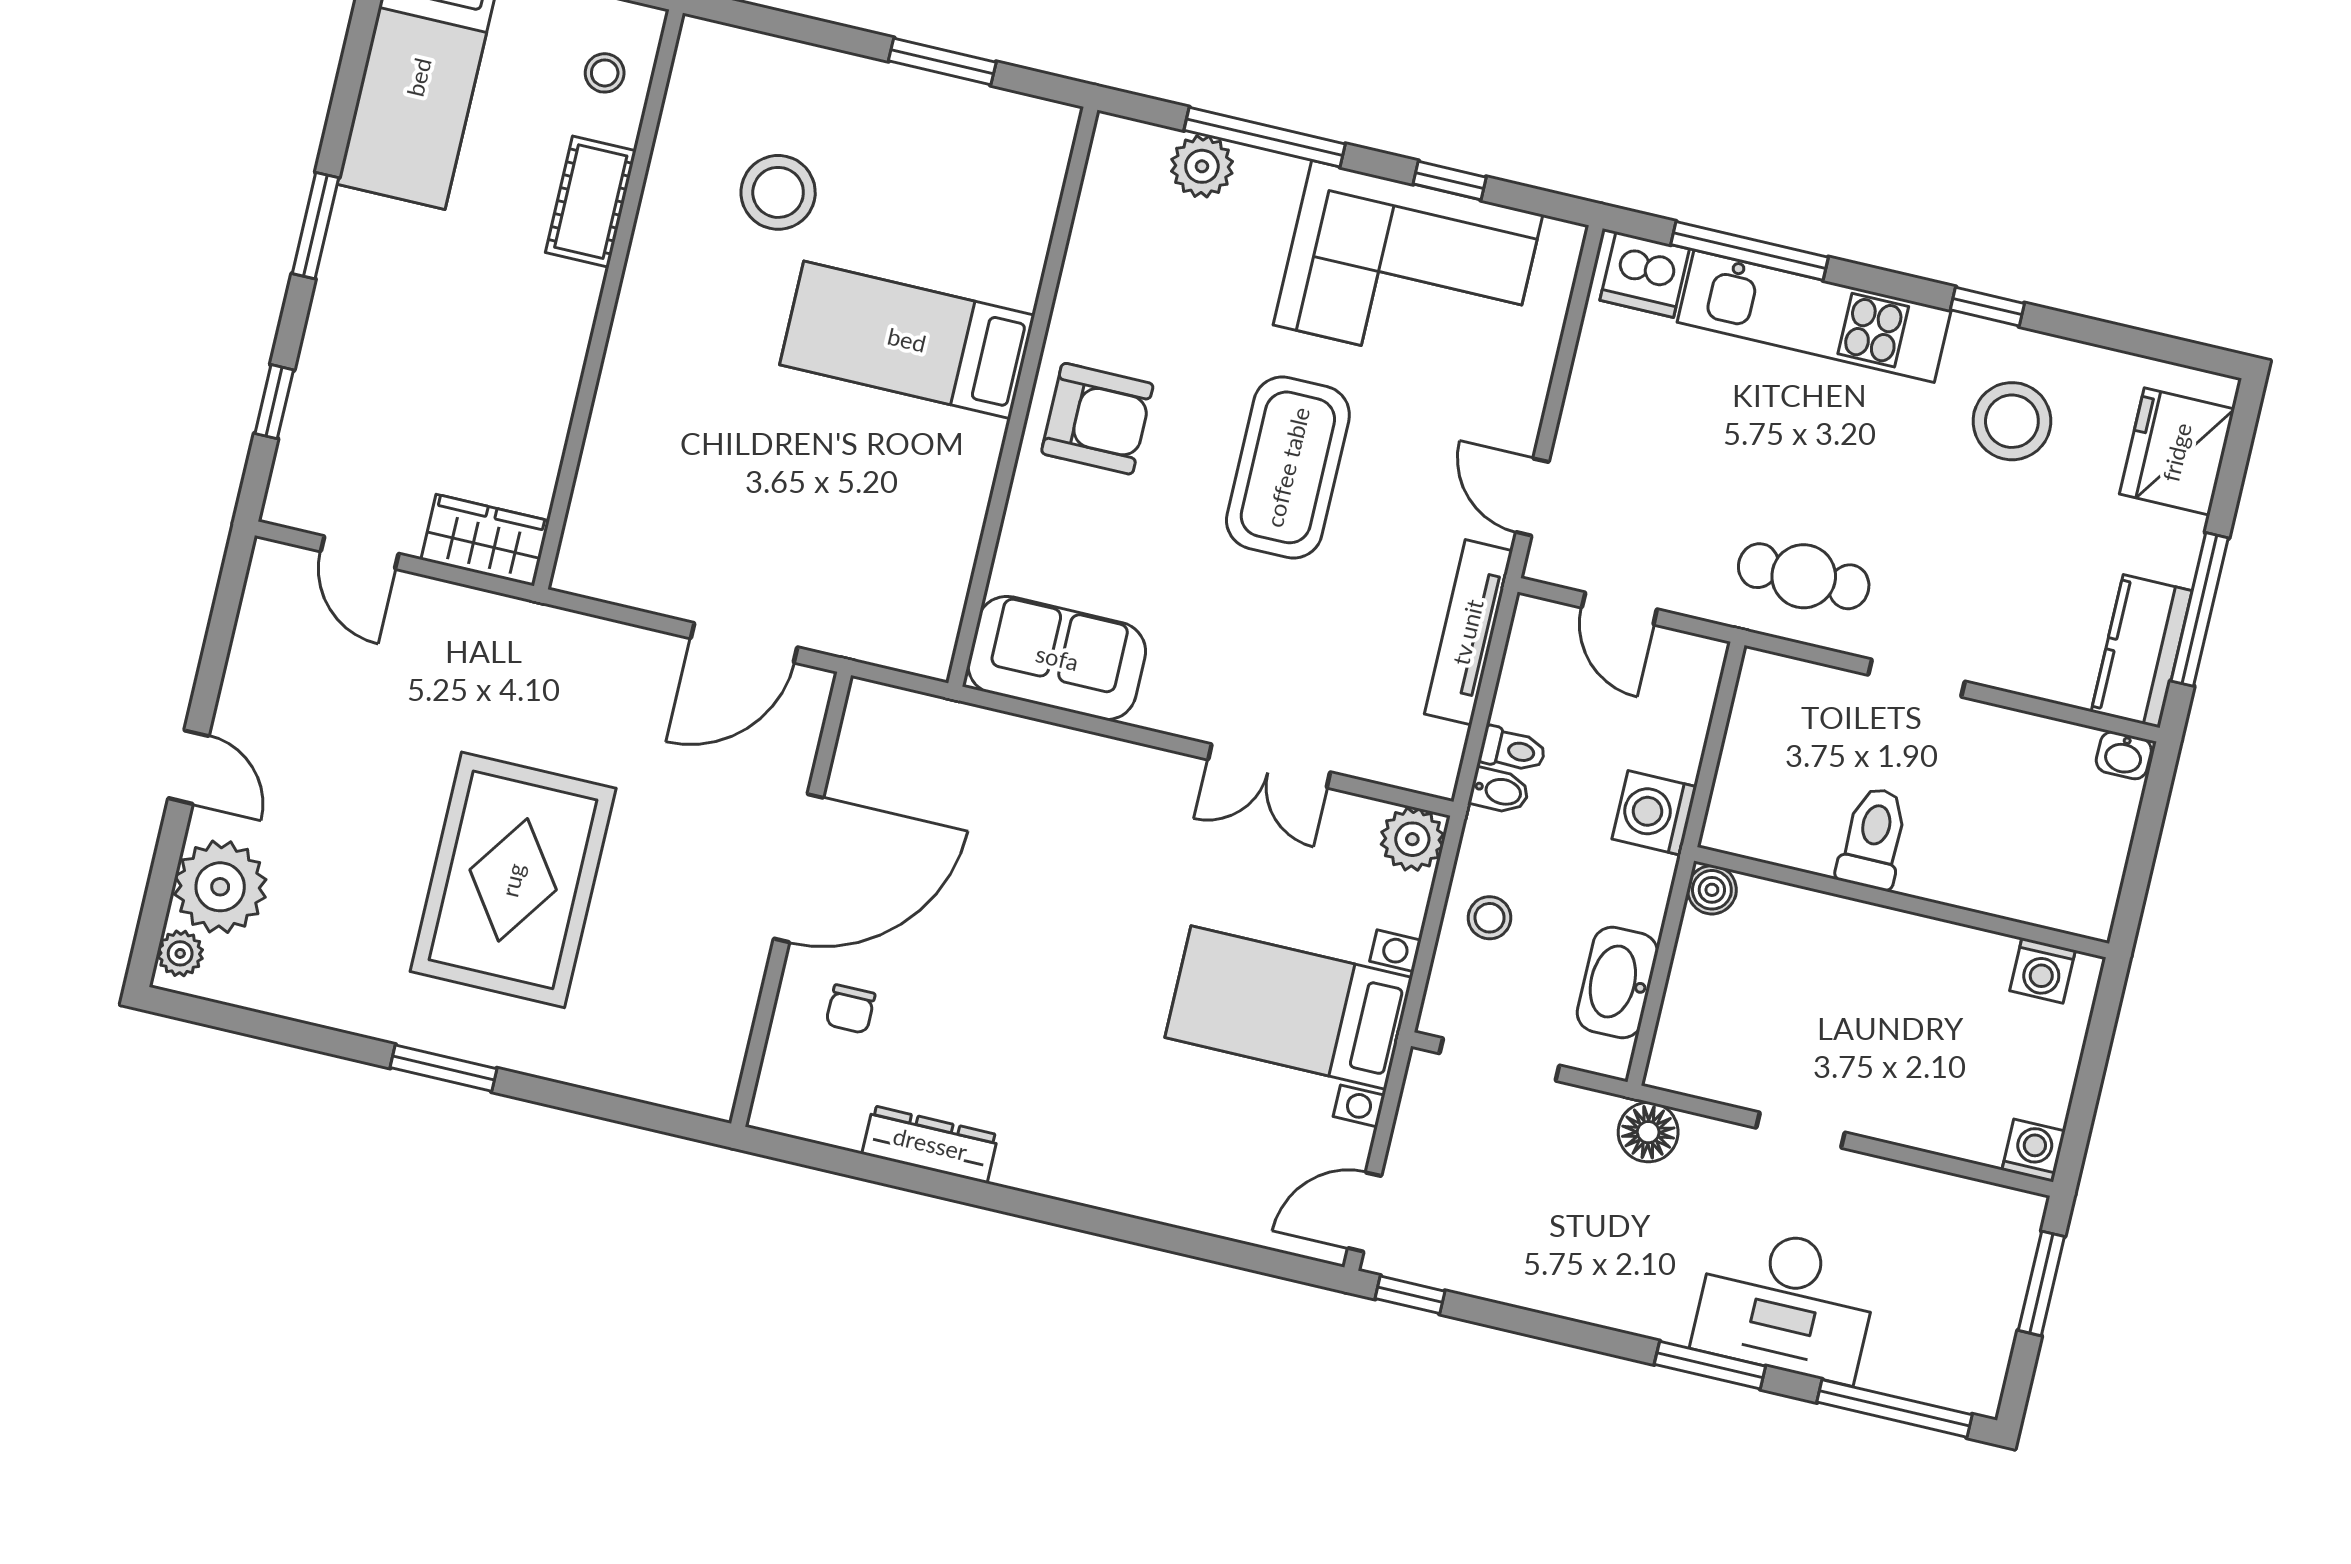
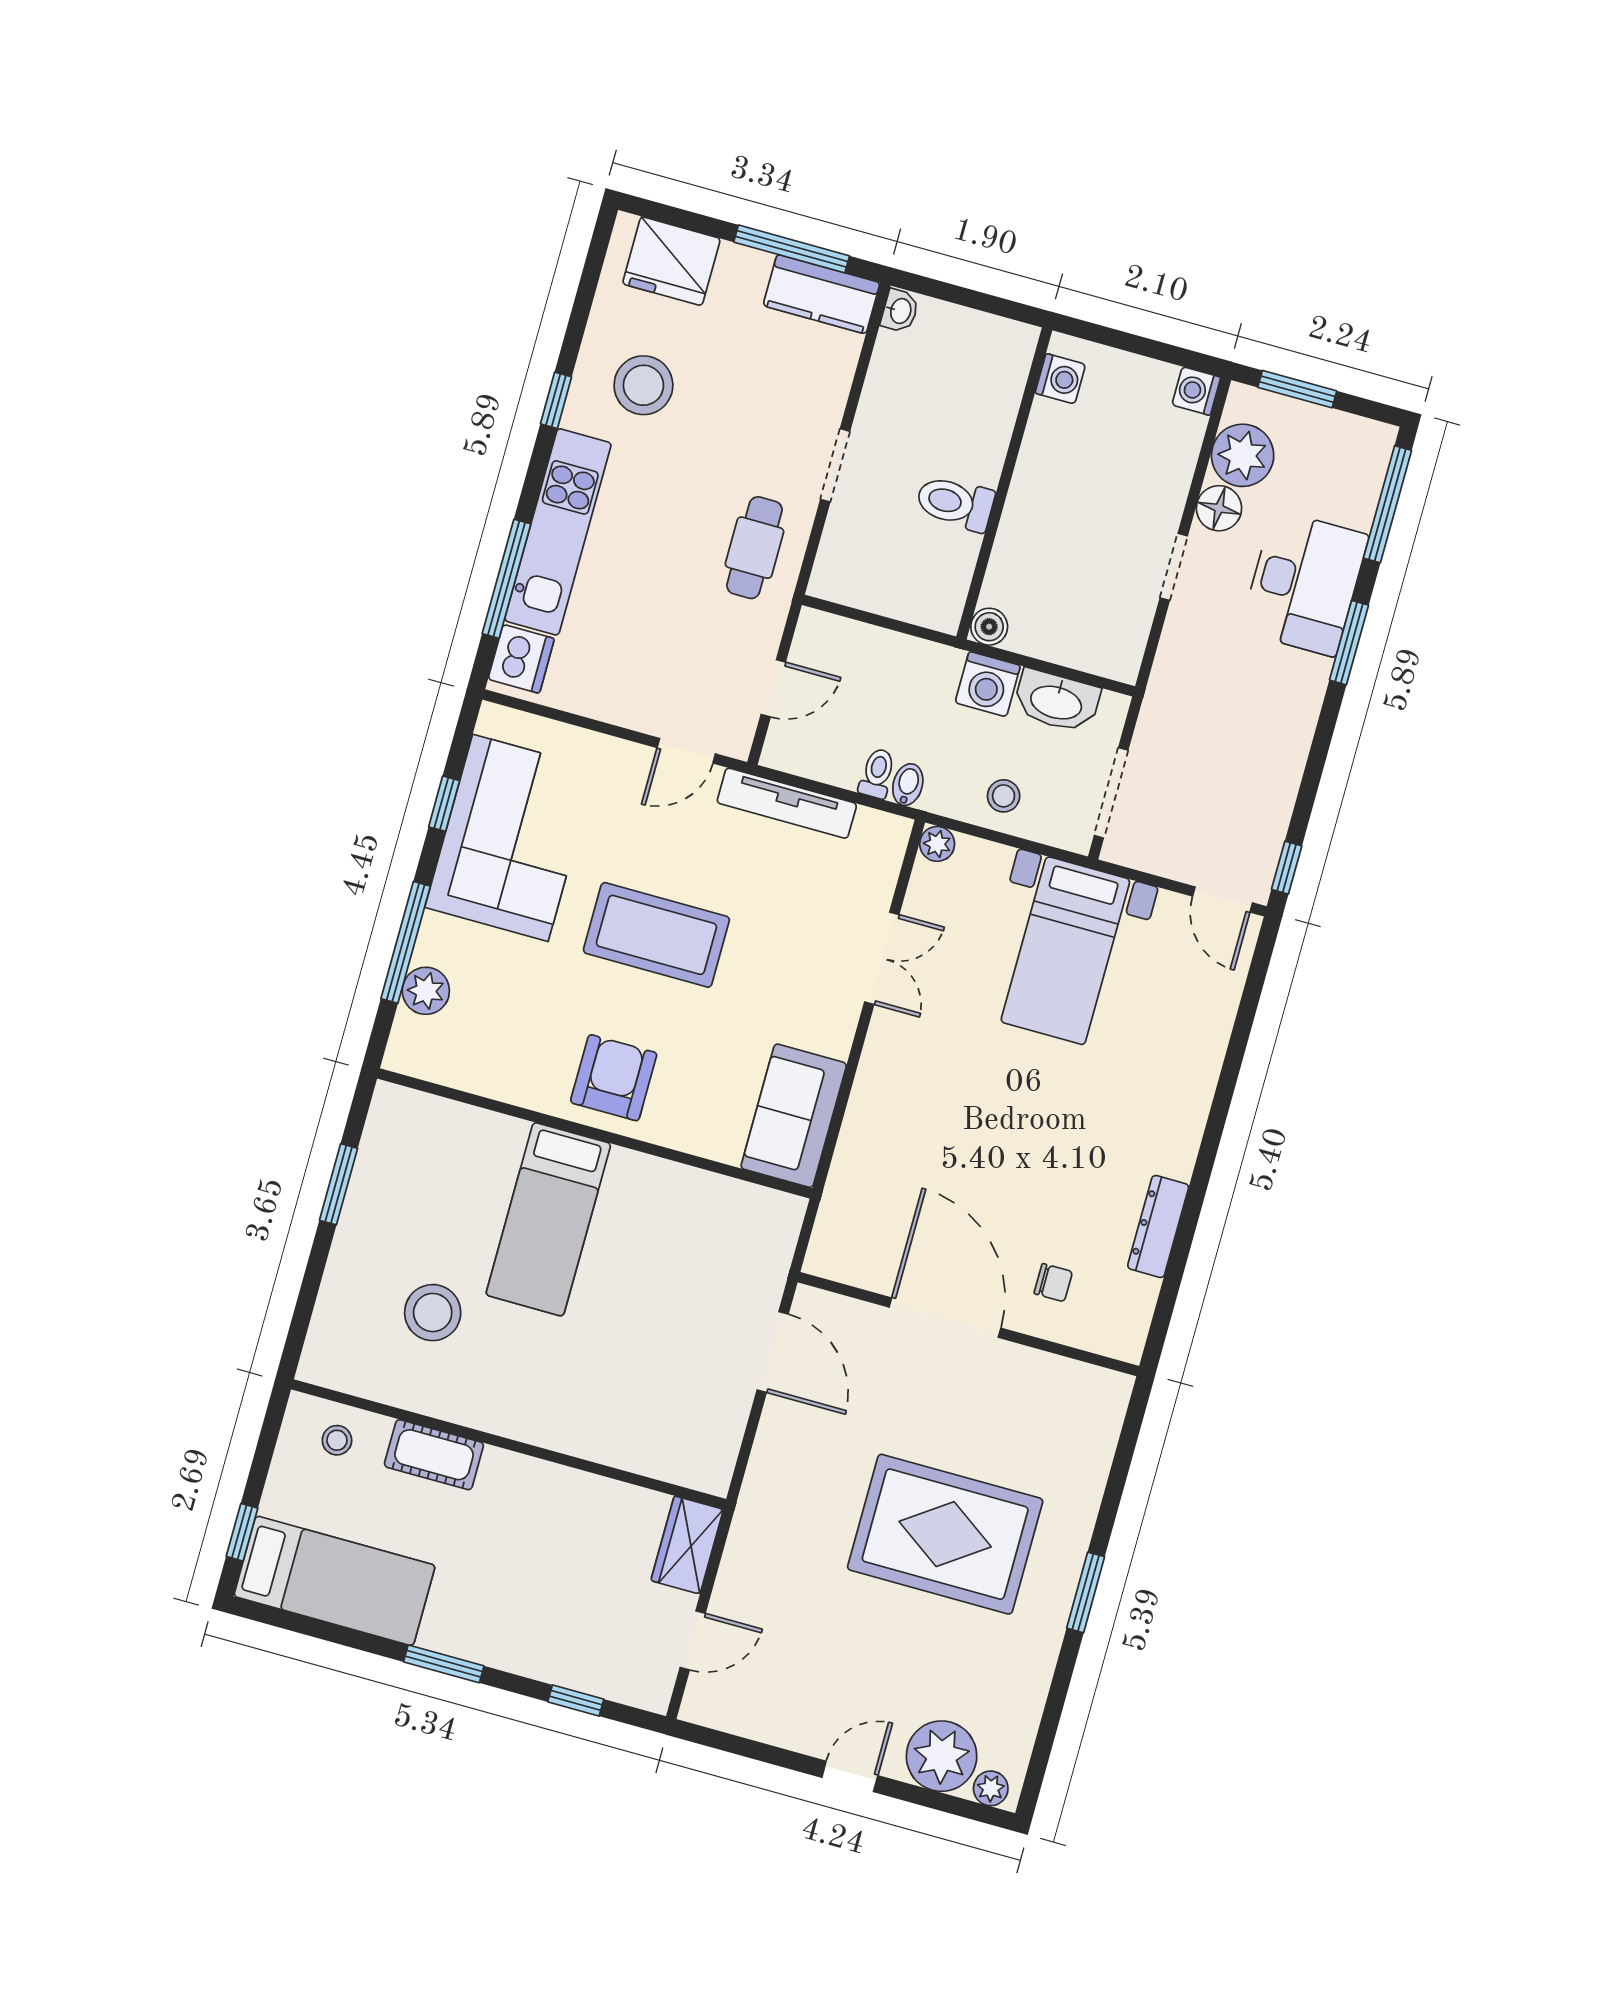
washing machine: (1654, 813) -> (988, 684), moved
plant: (1412, 839) -> (937, 844), width x0.73, depth x0.73
floor lamp: (1648, 1132) -> (1219, 508), moved
plant: (1951, 1215) -> (1243, 455), added

